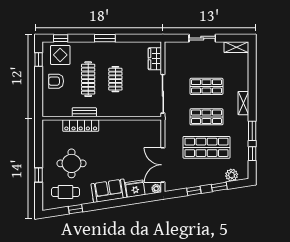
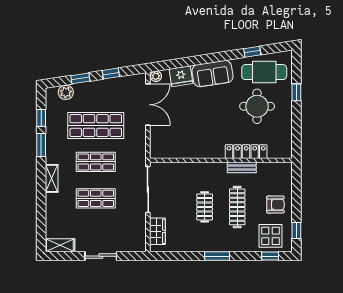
cafe table: (66, 192) -> (264, 72), width x1.37, depth x1.35

